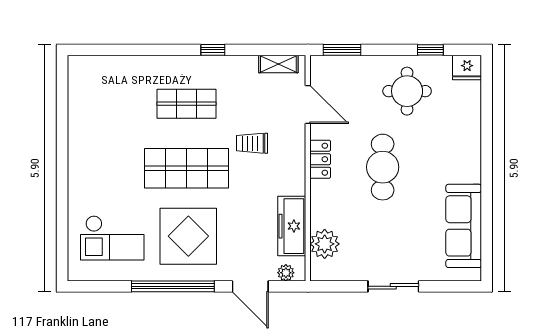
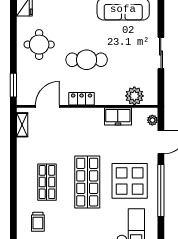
window: (213, 50) -> (13, 166), removed
window: (430, 50) -> (13, 30), removed
trolley: (252, 143) -> (38, 222), moved
freezer: (292, 226) -> (118, 116), width x0.71

